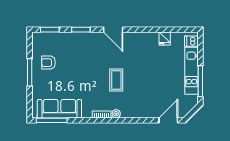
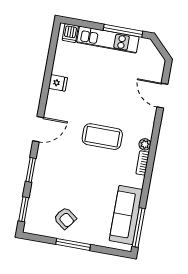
fridge: (165, 38) -> (58, 83), moved
armchair: (49, 63) -> (65, 218), turned -53
coffee table: (116, 80) -> (102, 137), width x1.36, depth x1.32
door: (168, 120) -> (162, 96), moved

